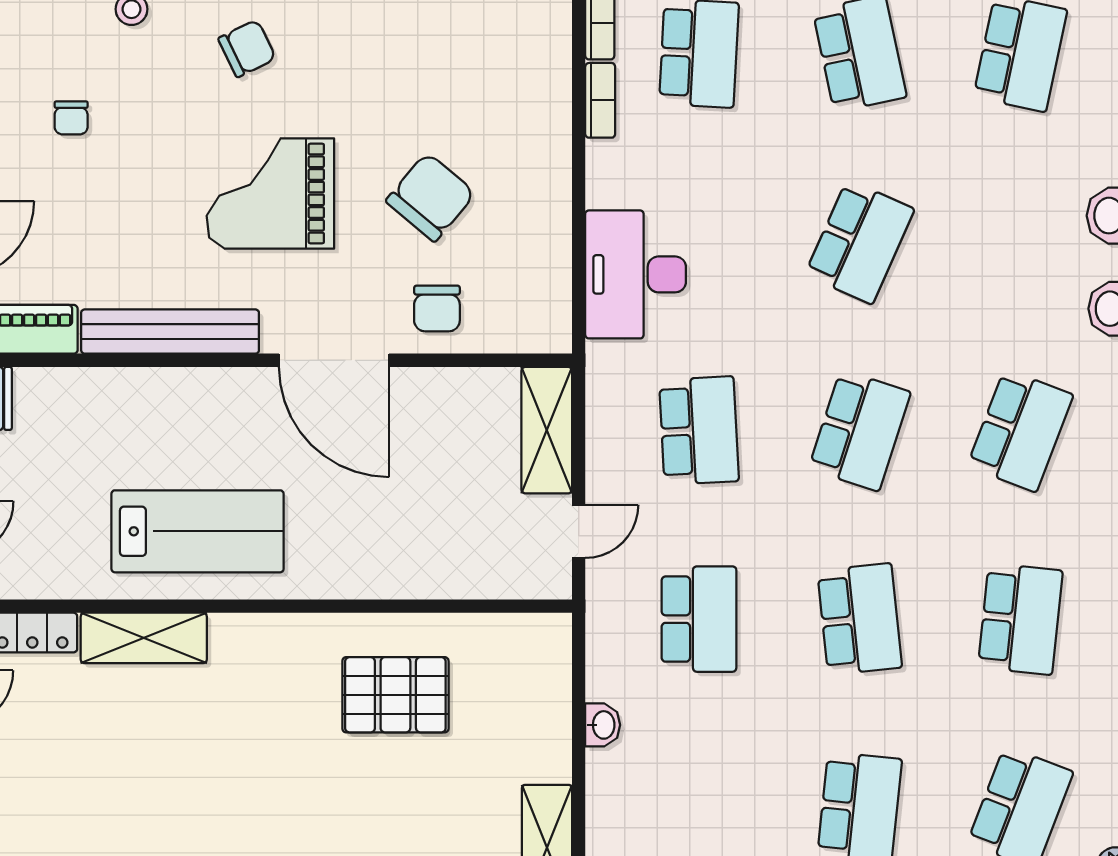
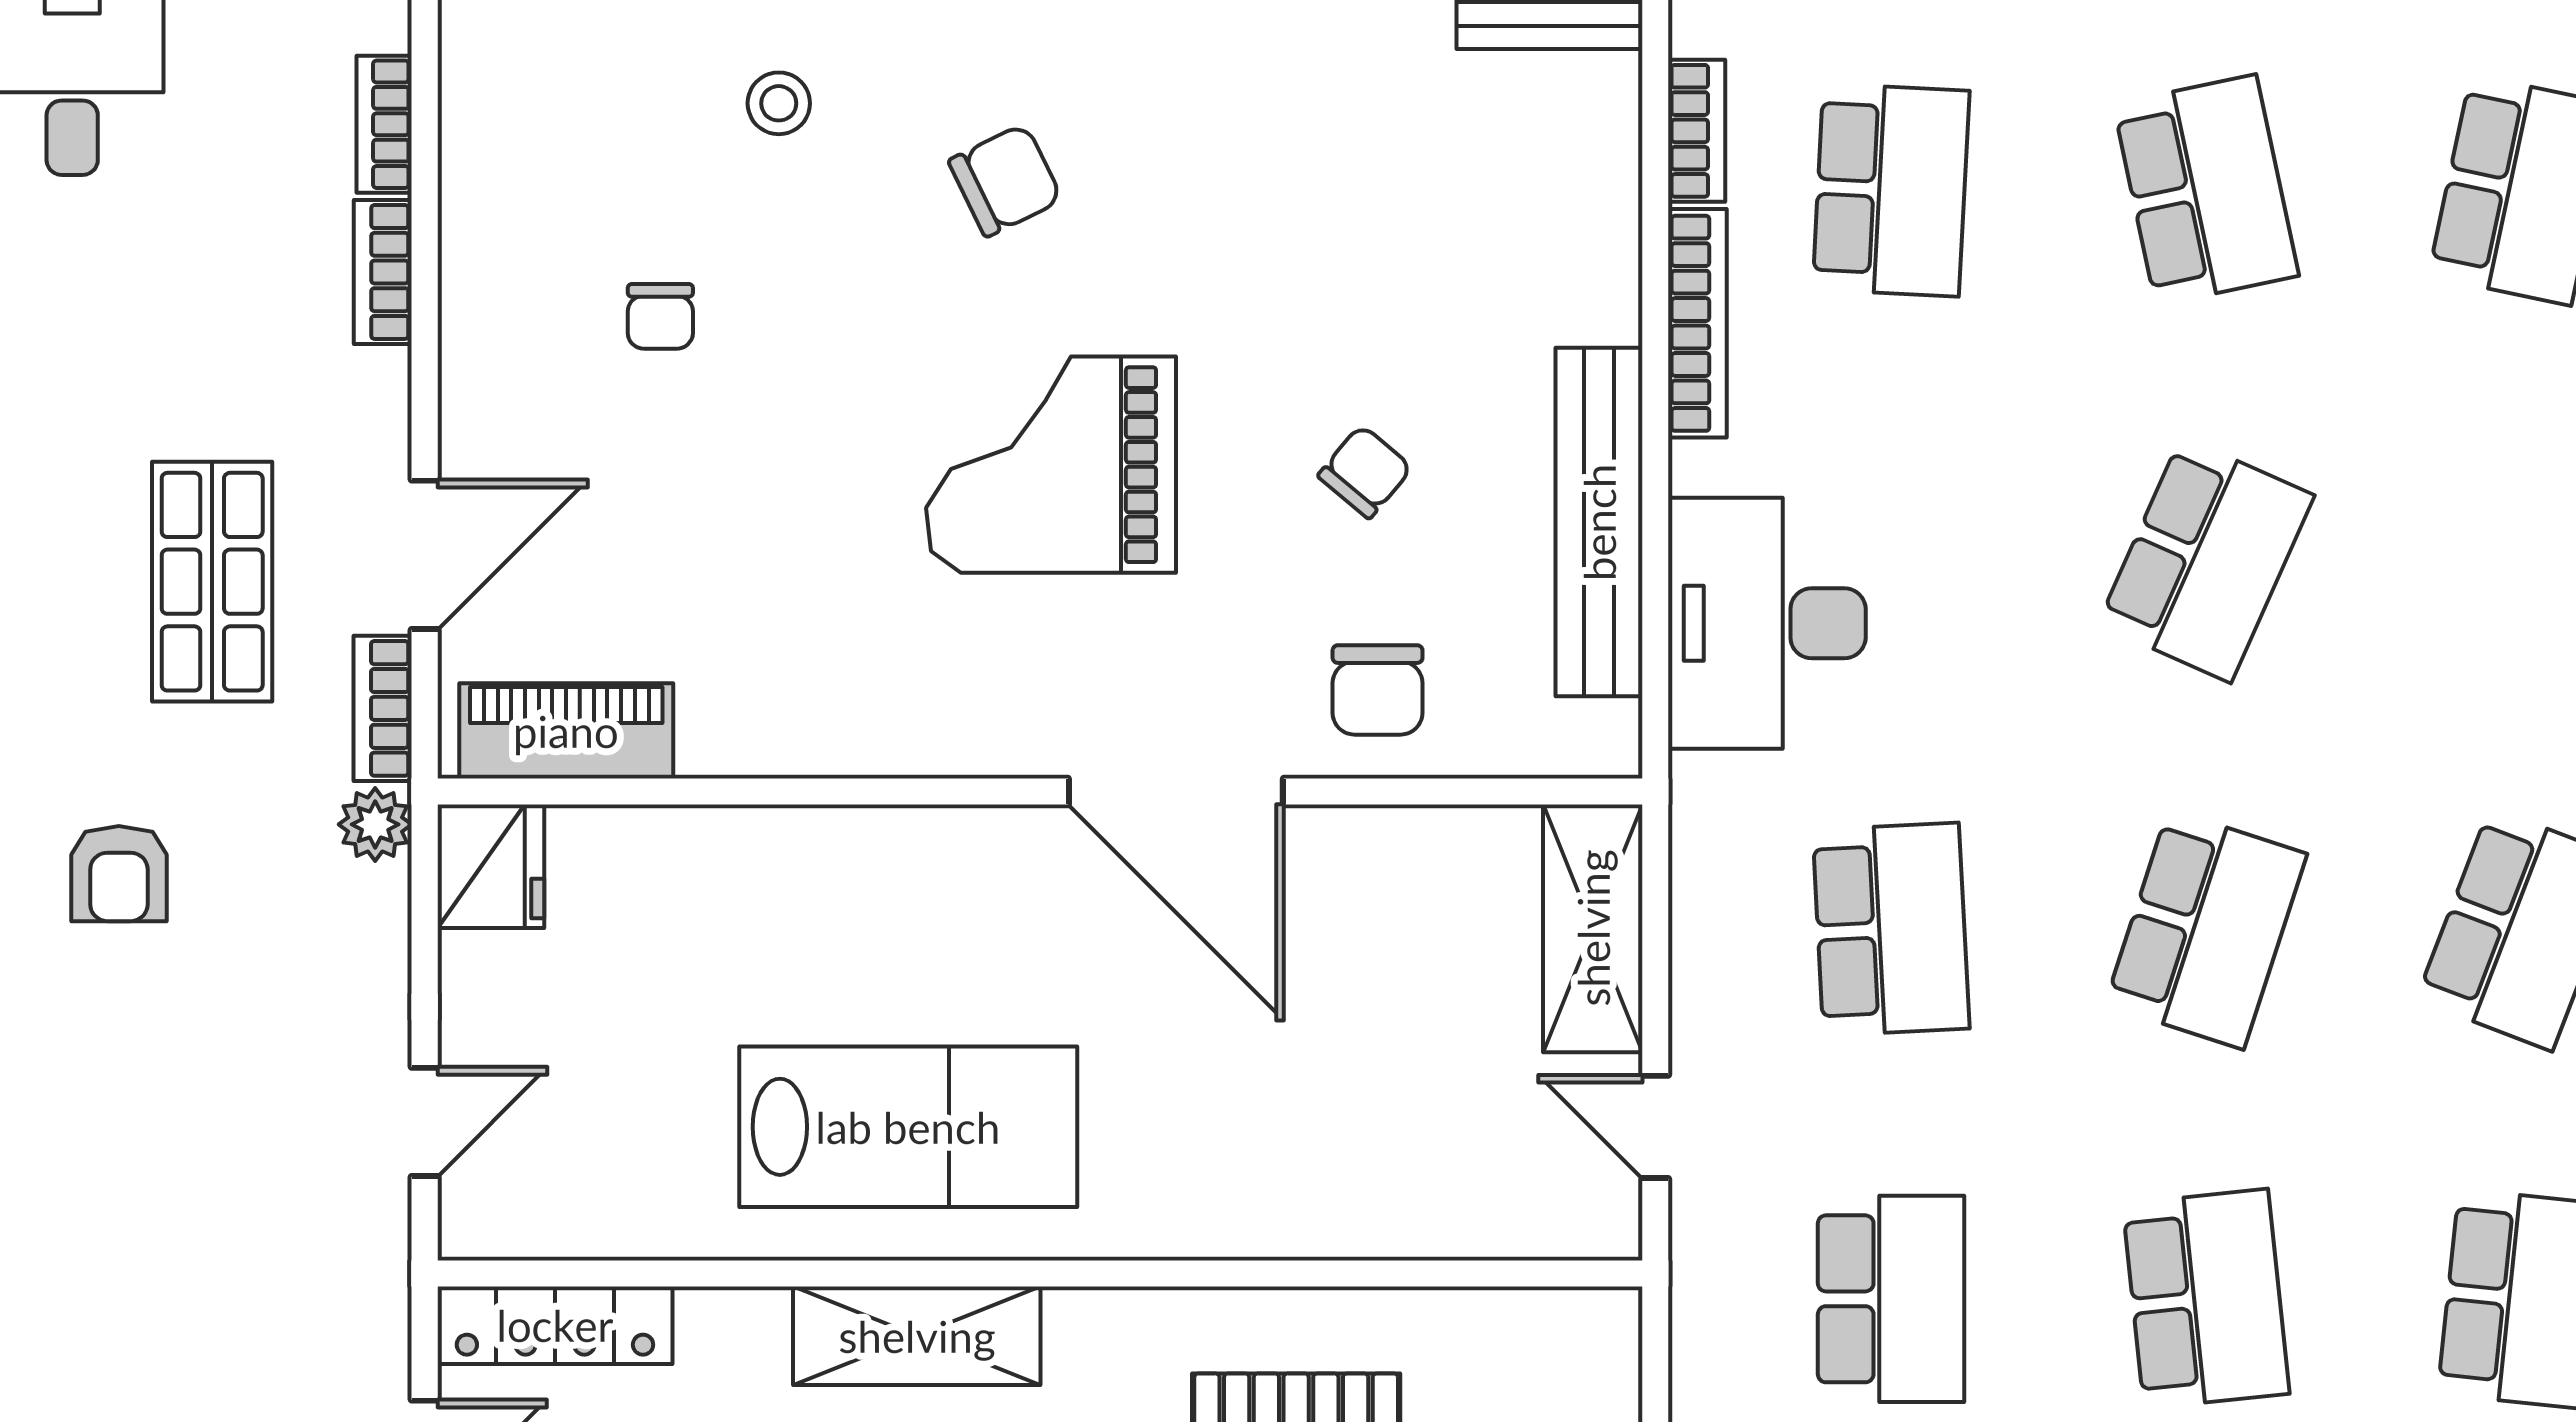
bookcase: (600, 100) -> (1697, 323), width x1.56
chair: (431, 197) -> (1365, 472), width x0.54, depth x0.54
bench: (170, 332) -> (1599, 522), moved, turned 90
door: (579, 531) -> (1655, 1127), swing flipped
shelving: (144, 638) -> (917, 1336), moved

